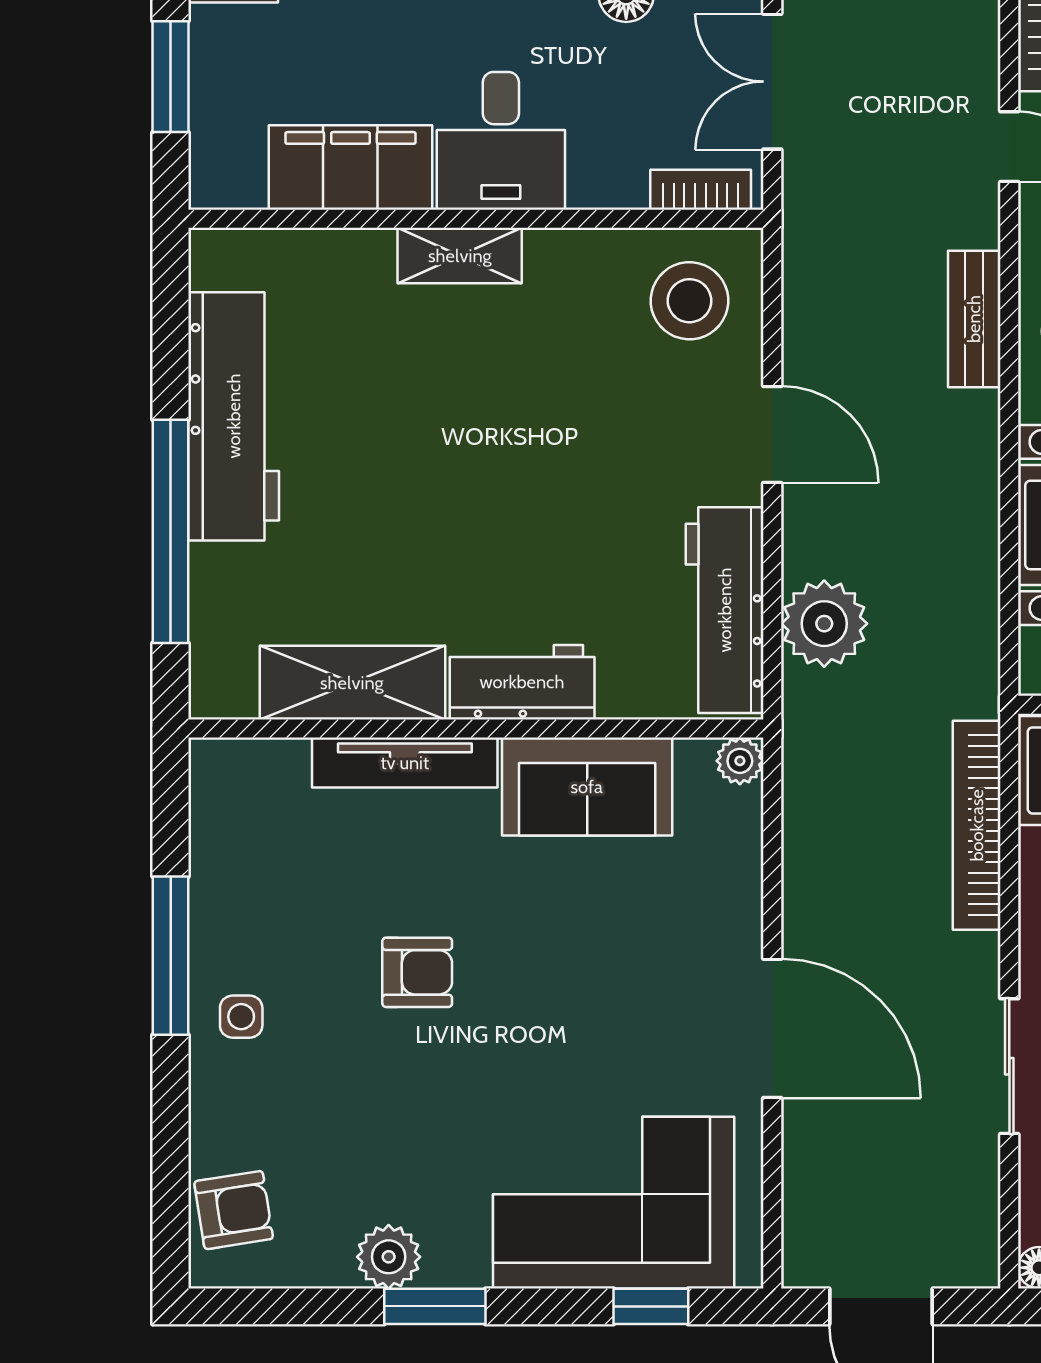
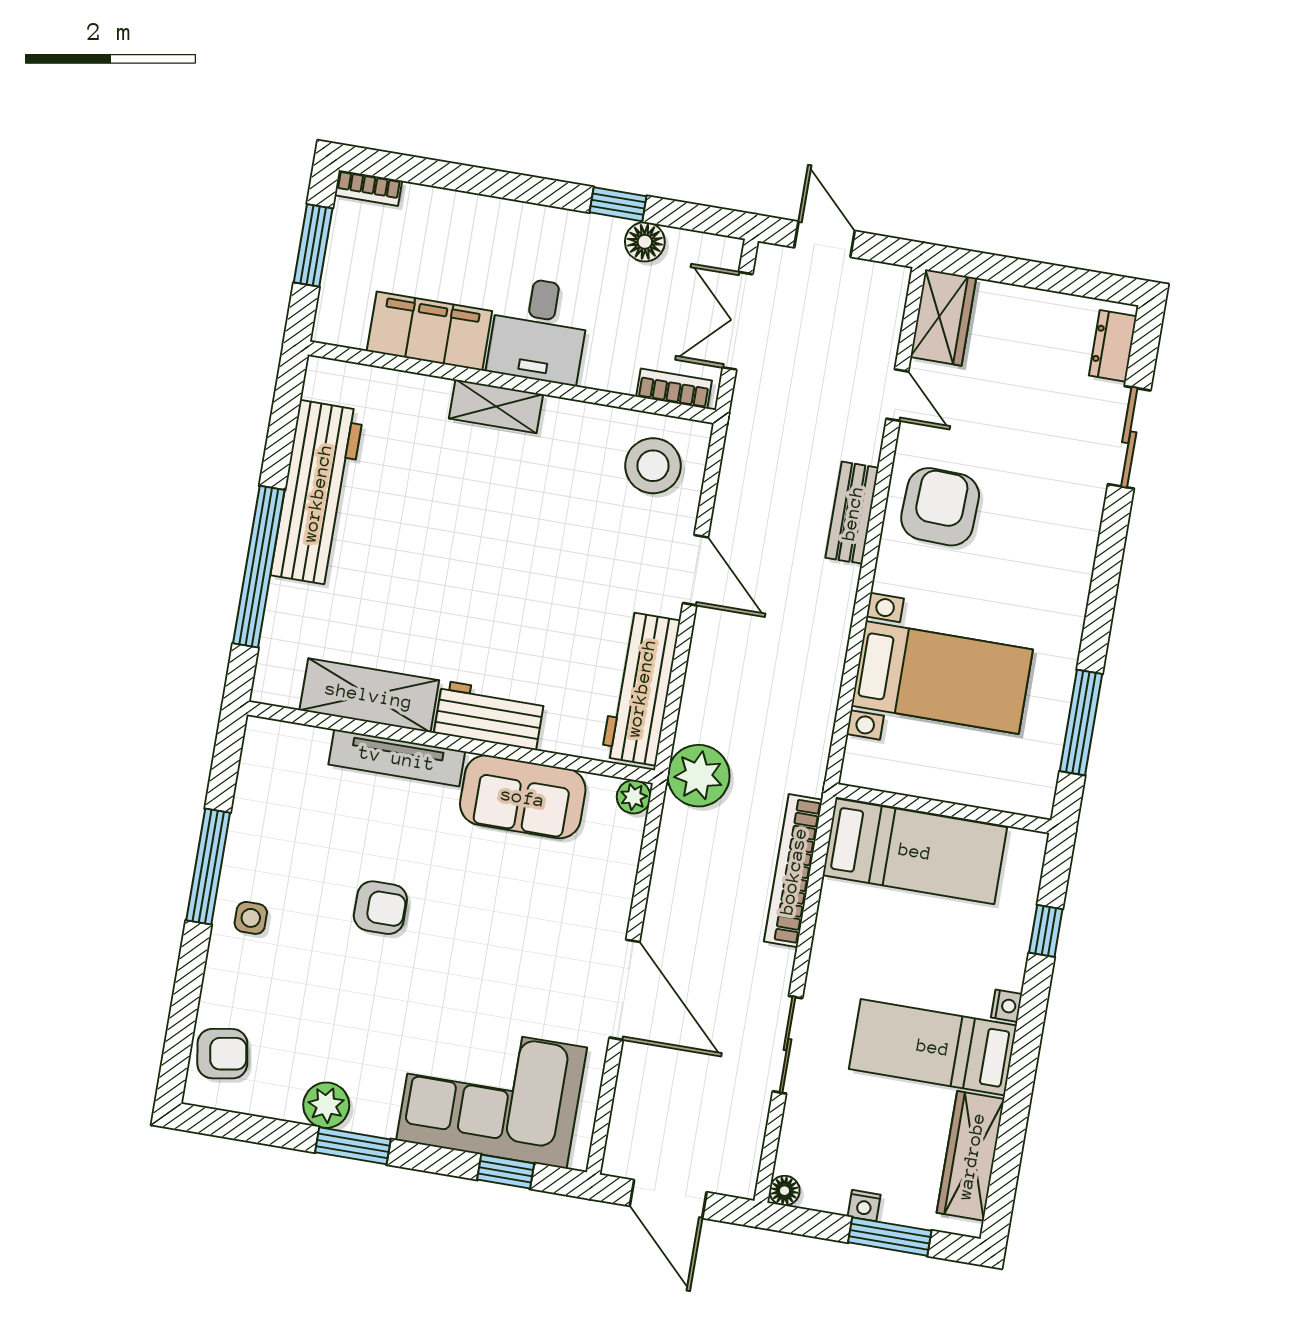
plant: (824, 624) -> (699, 776), moved

